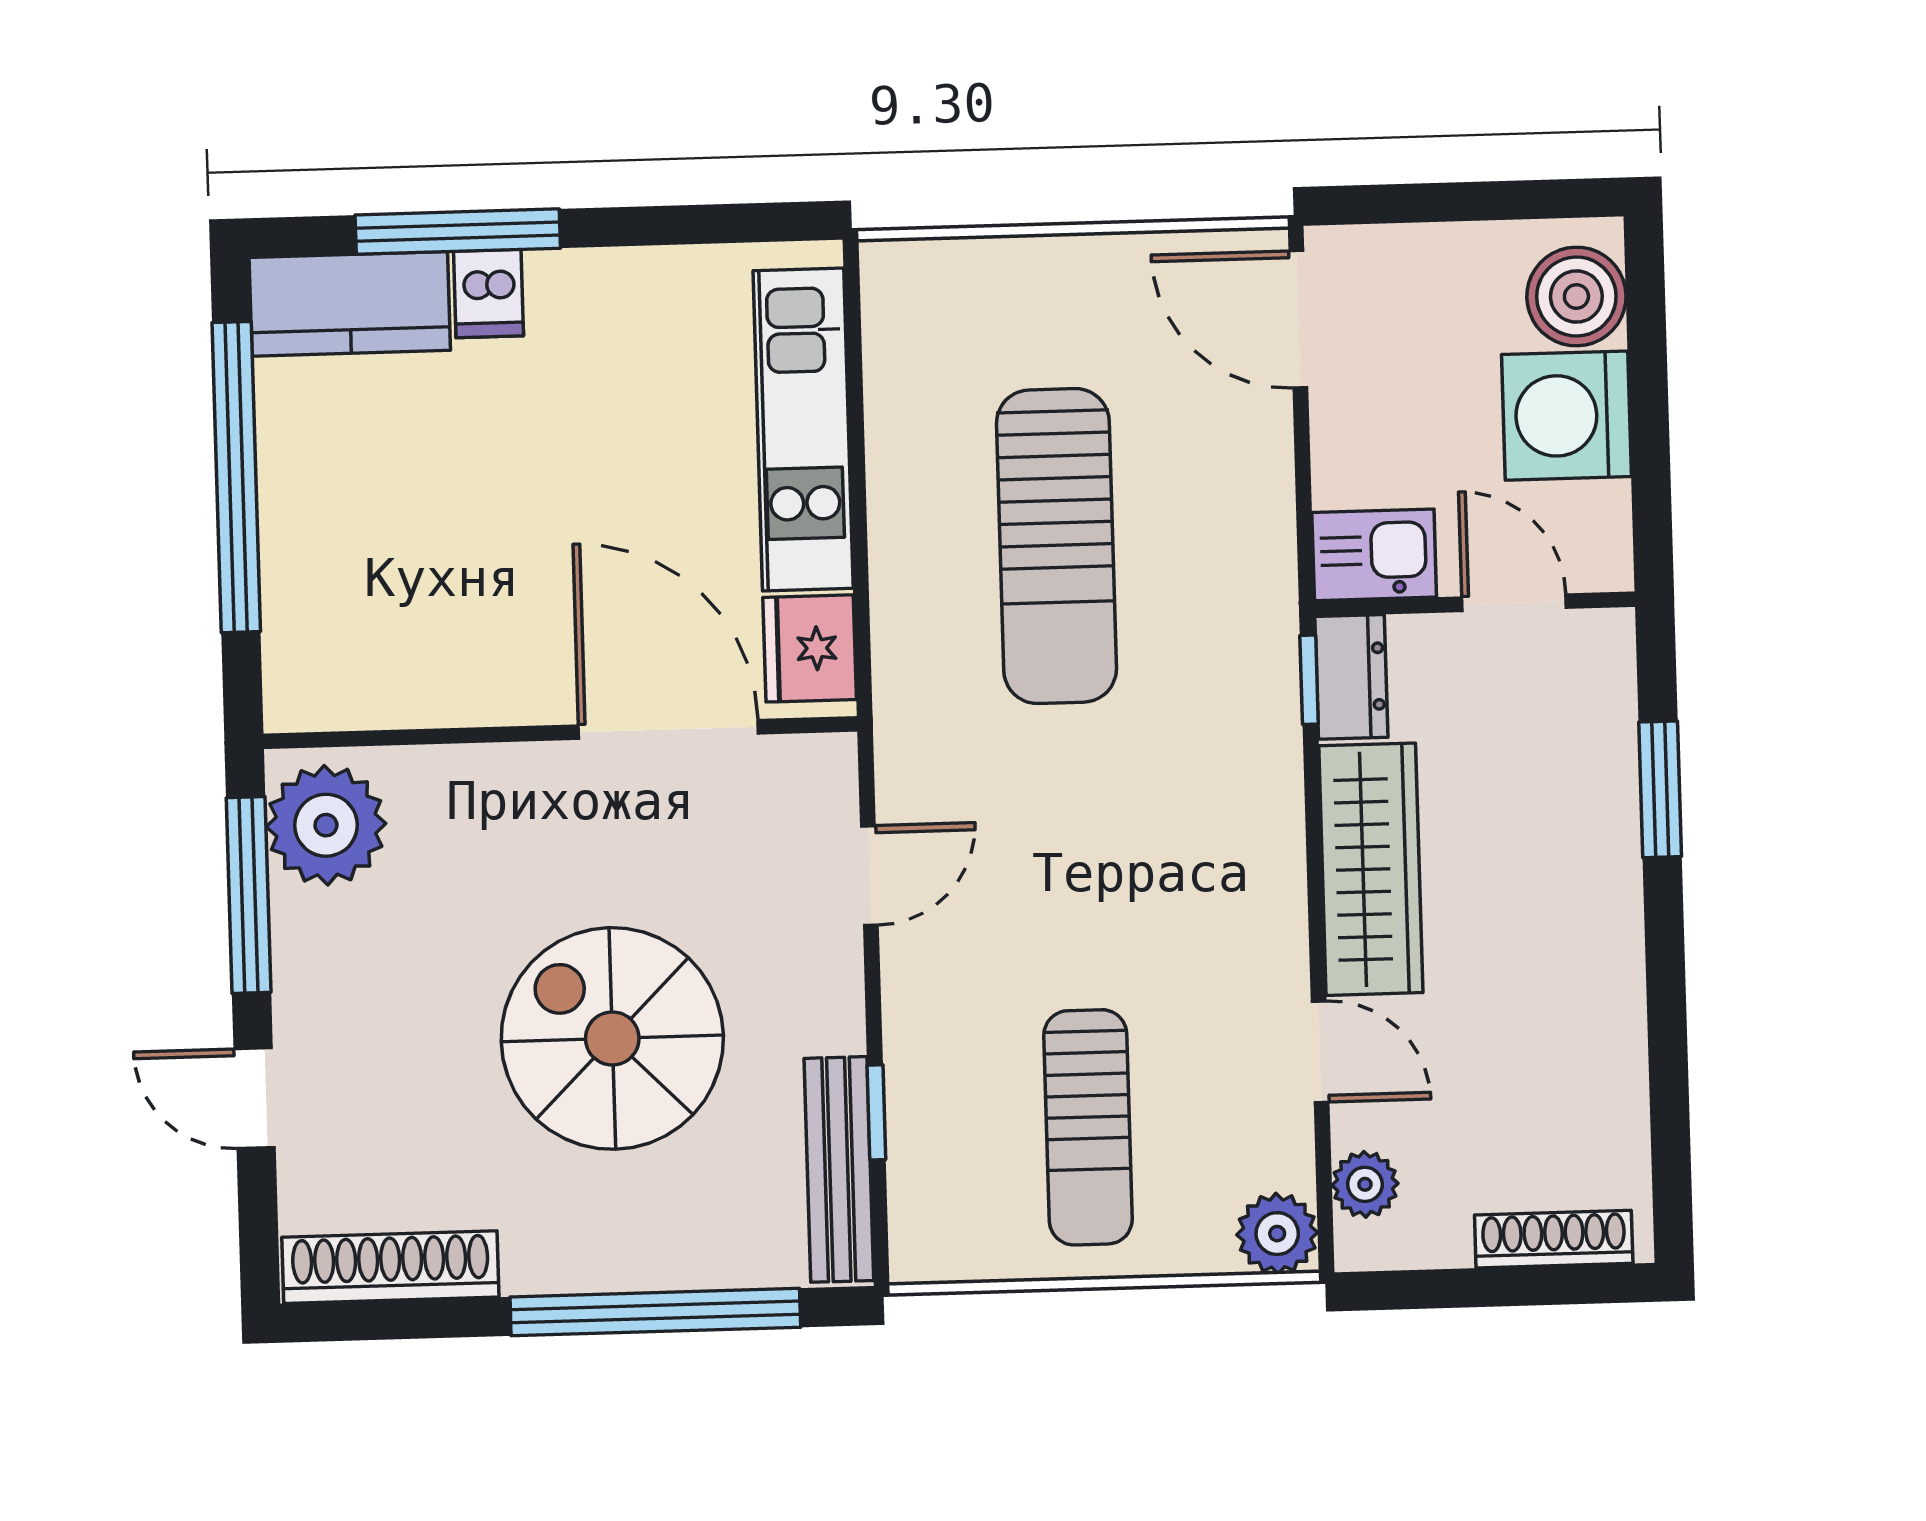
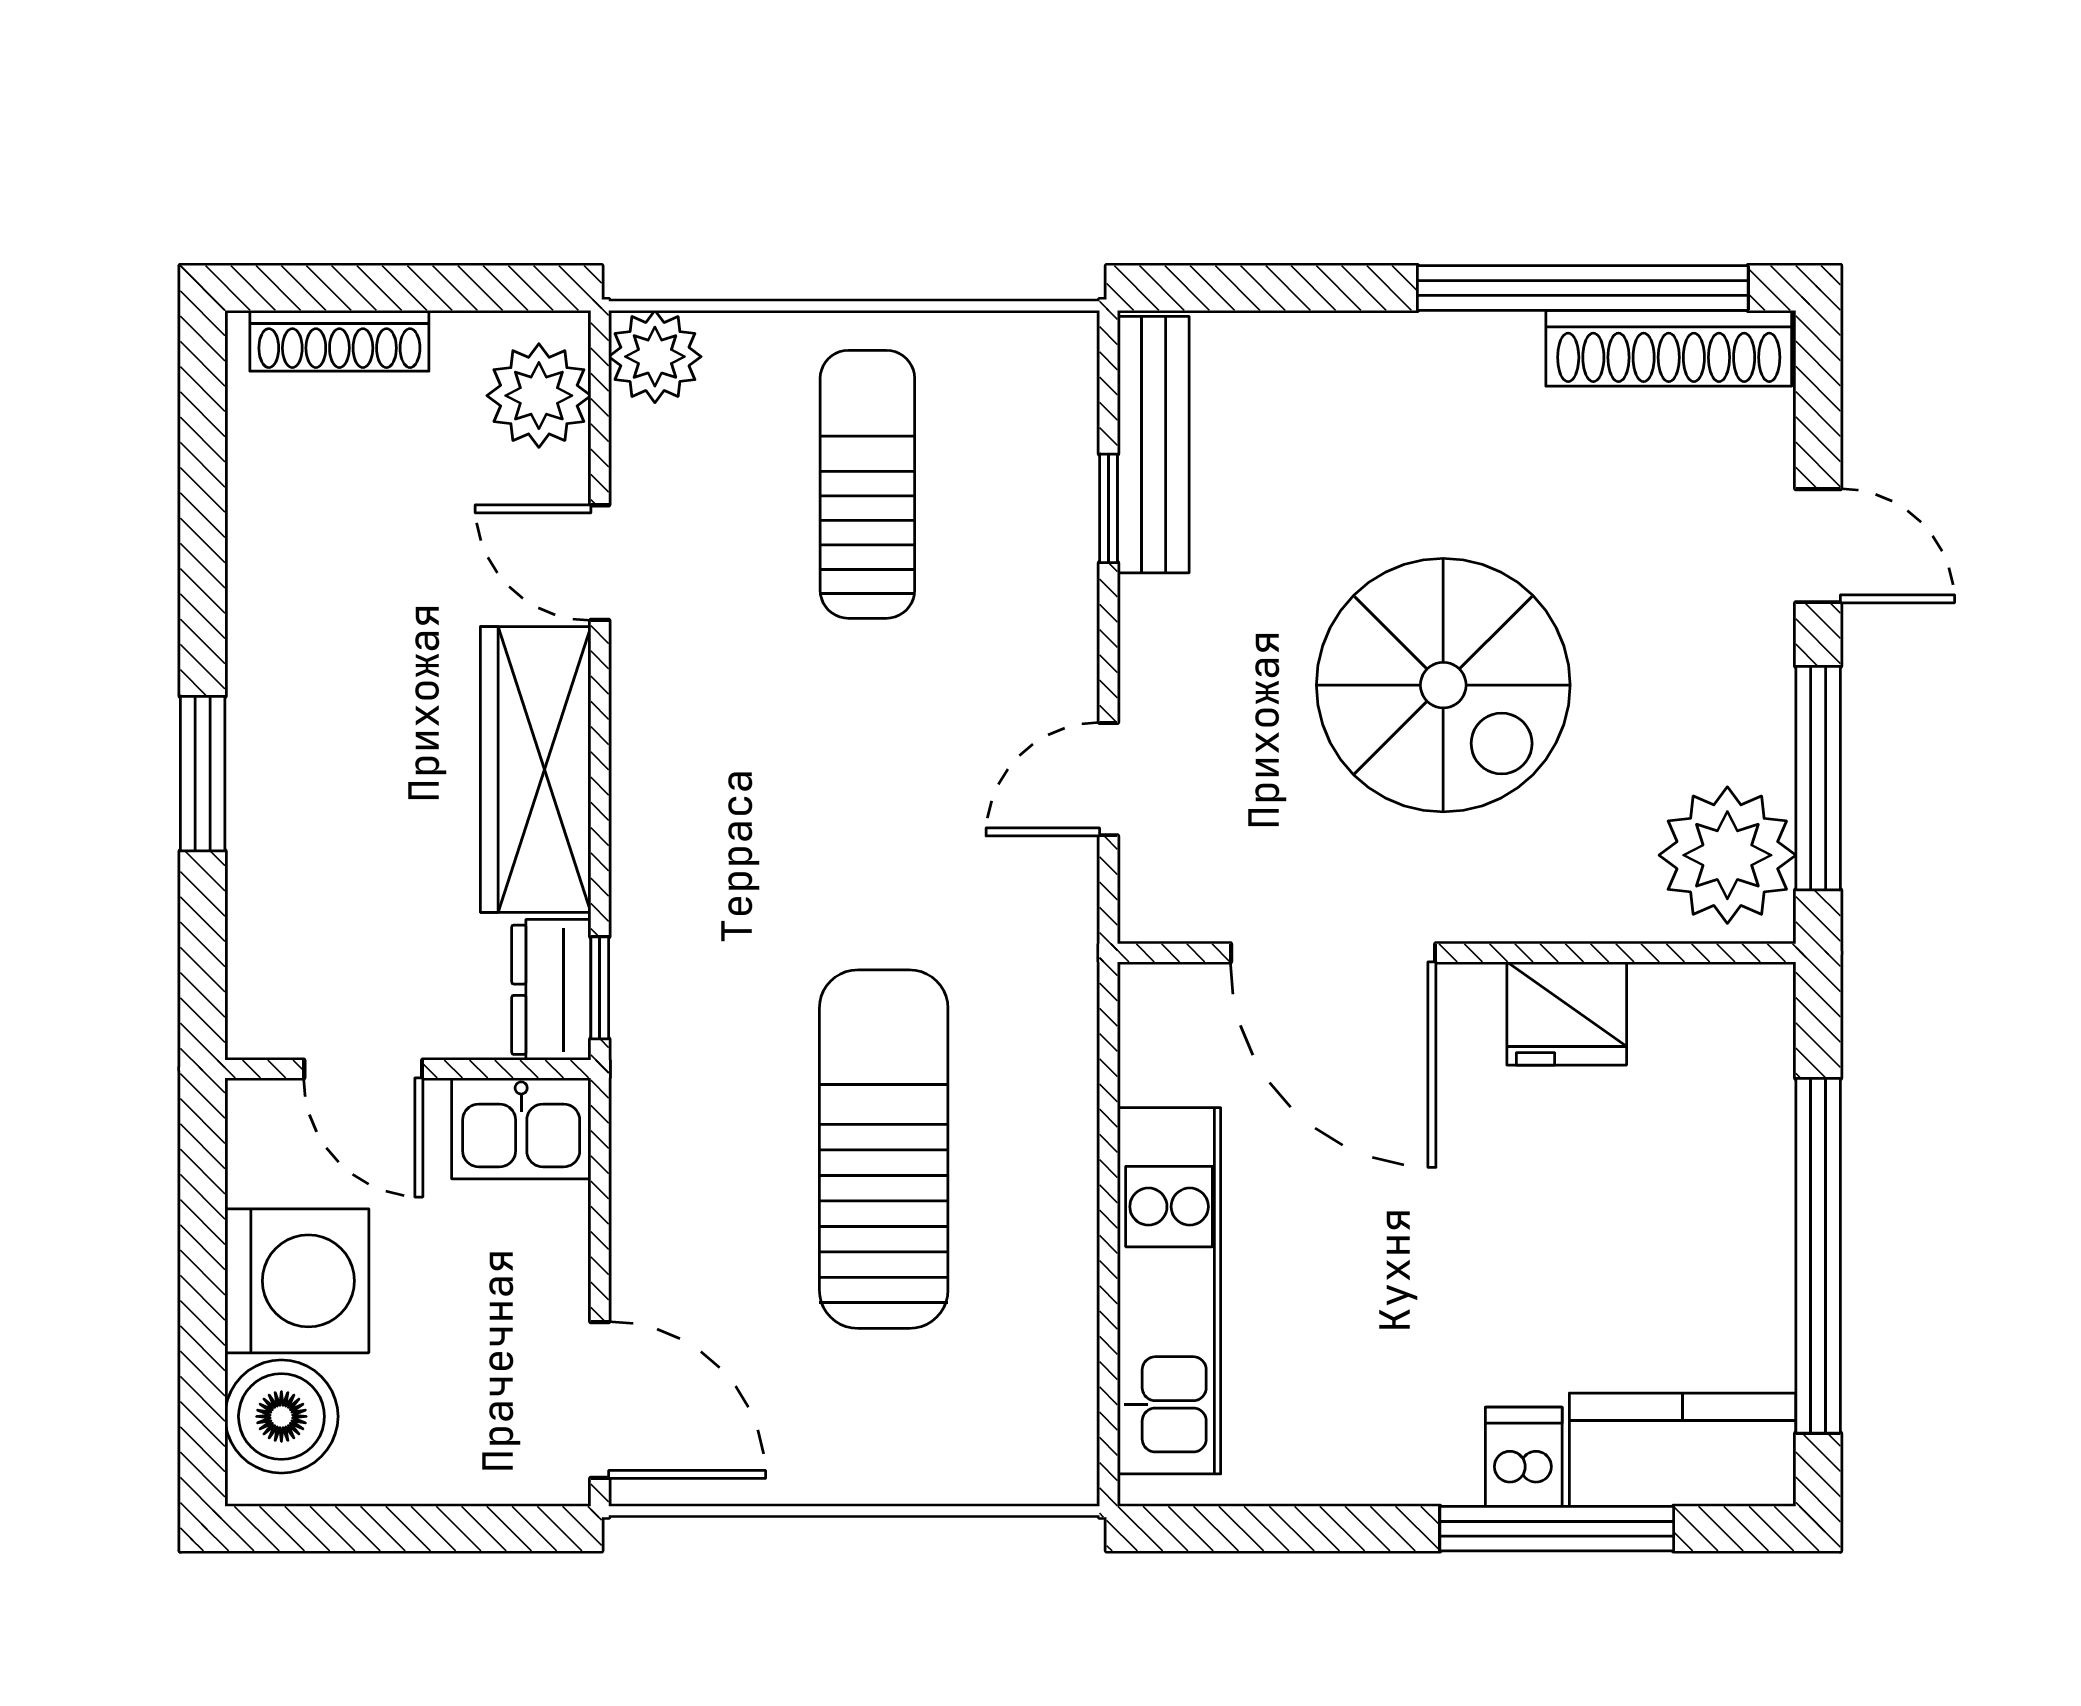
fridge: (810, 648) -> (1567, 1013), moved, turned 90
window: (1660, 789) -> (203, 774), moved
spiral stairs: (612, 1038) -> (1443, 685), moved
plant: (1365, 1184) -> (539, 396), width x1.38, depth x1.38
window: (655, 1312) -> (1583, 288), moved

